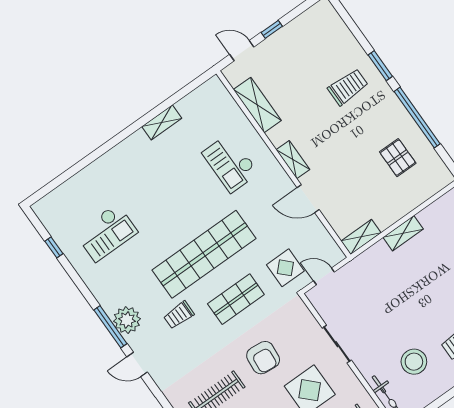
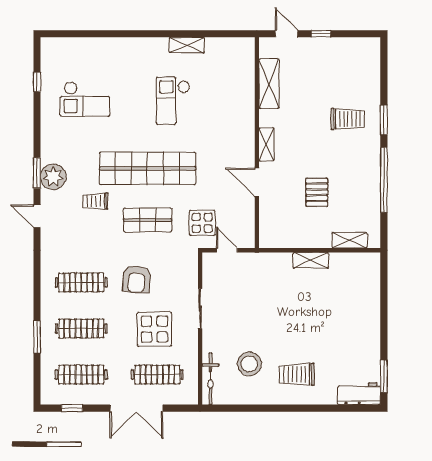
pallet: (398, 158) -> (317, 192), moved
checkout: (230, 163) -> (173, 101), moved
shelving: (361, 237) -> (349, 240), moved
window: (110, 327) -> (37, 173), width x0.69

